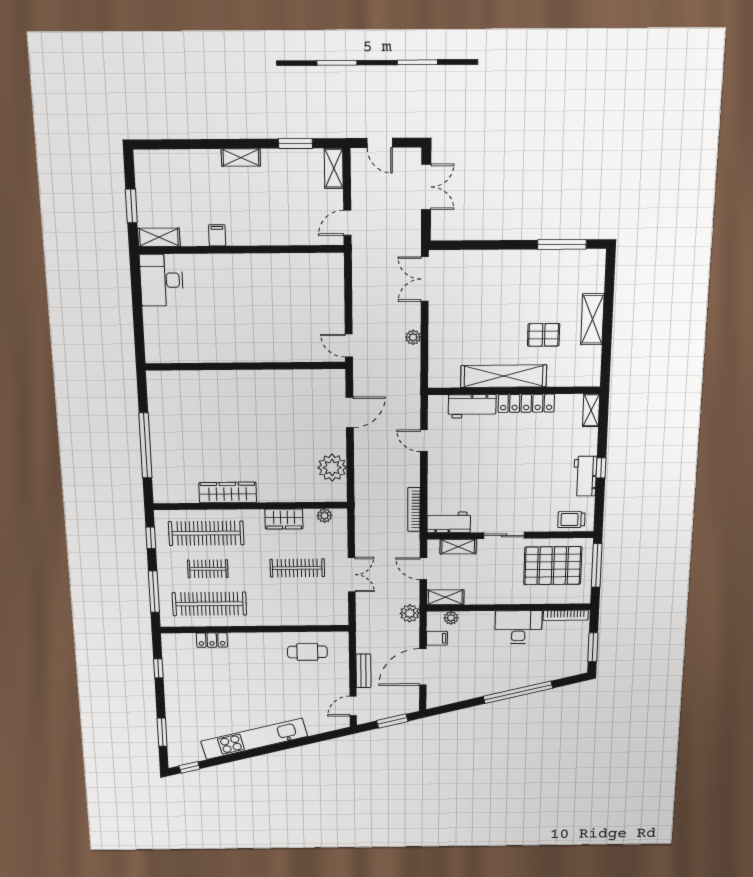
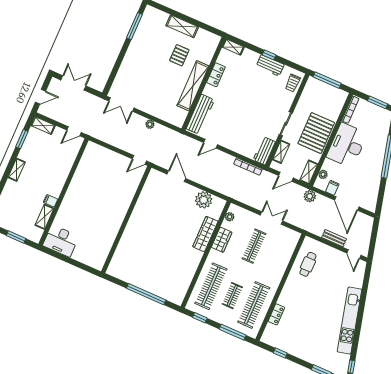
door: (347, 223) -> (74, 131), hinge flipped
shelving: (159, 237) -> (44, 217), moved
locker: (526, 403) -> (216, 75), width x0.66
workbench: (472, 406) -> (200, 114), width x1.38
wardrobe: (228, 492) -> (205, 234), moved
pallet: (553, 566) -> (316, 133), moved
desk: (518, 627) -> (347, 145), width x1.36, depth x1.30
window: (392, 721) -> (374, 236), removed

